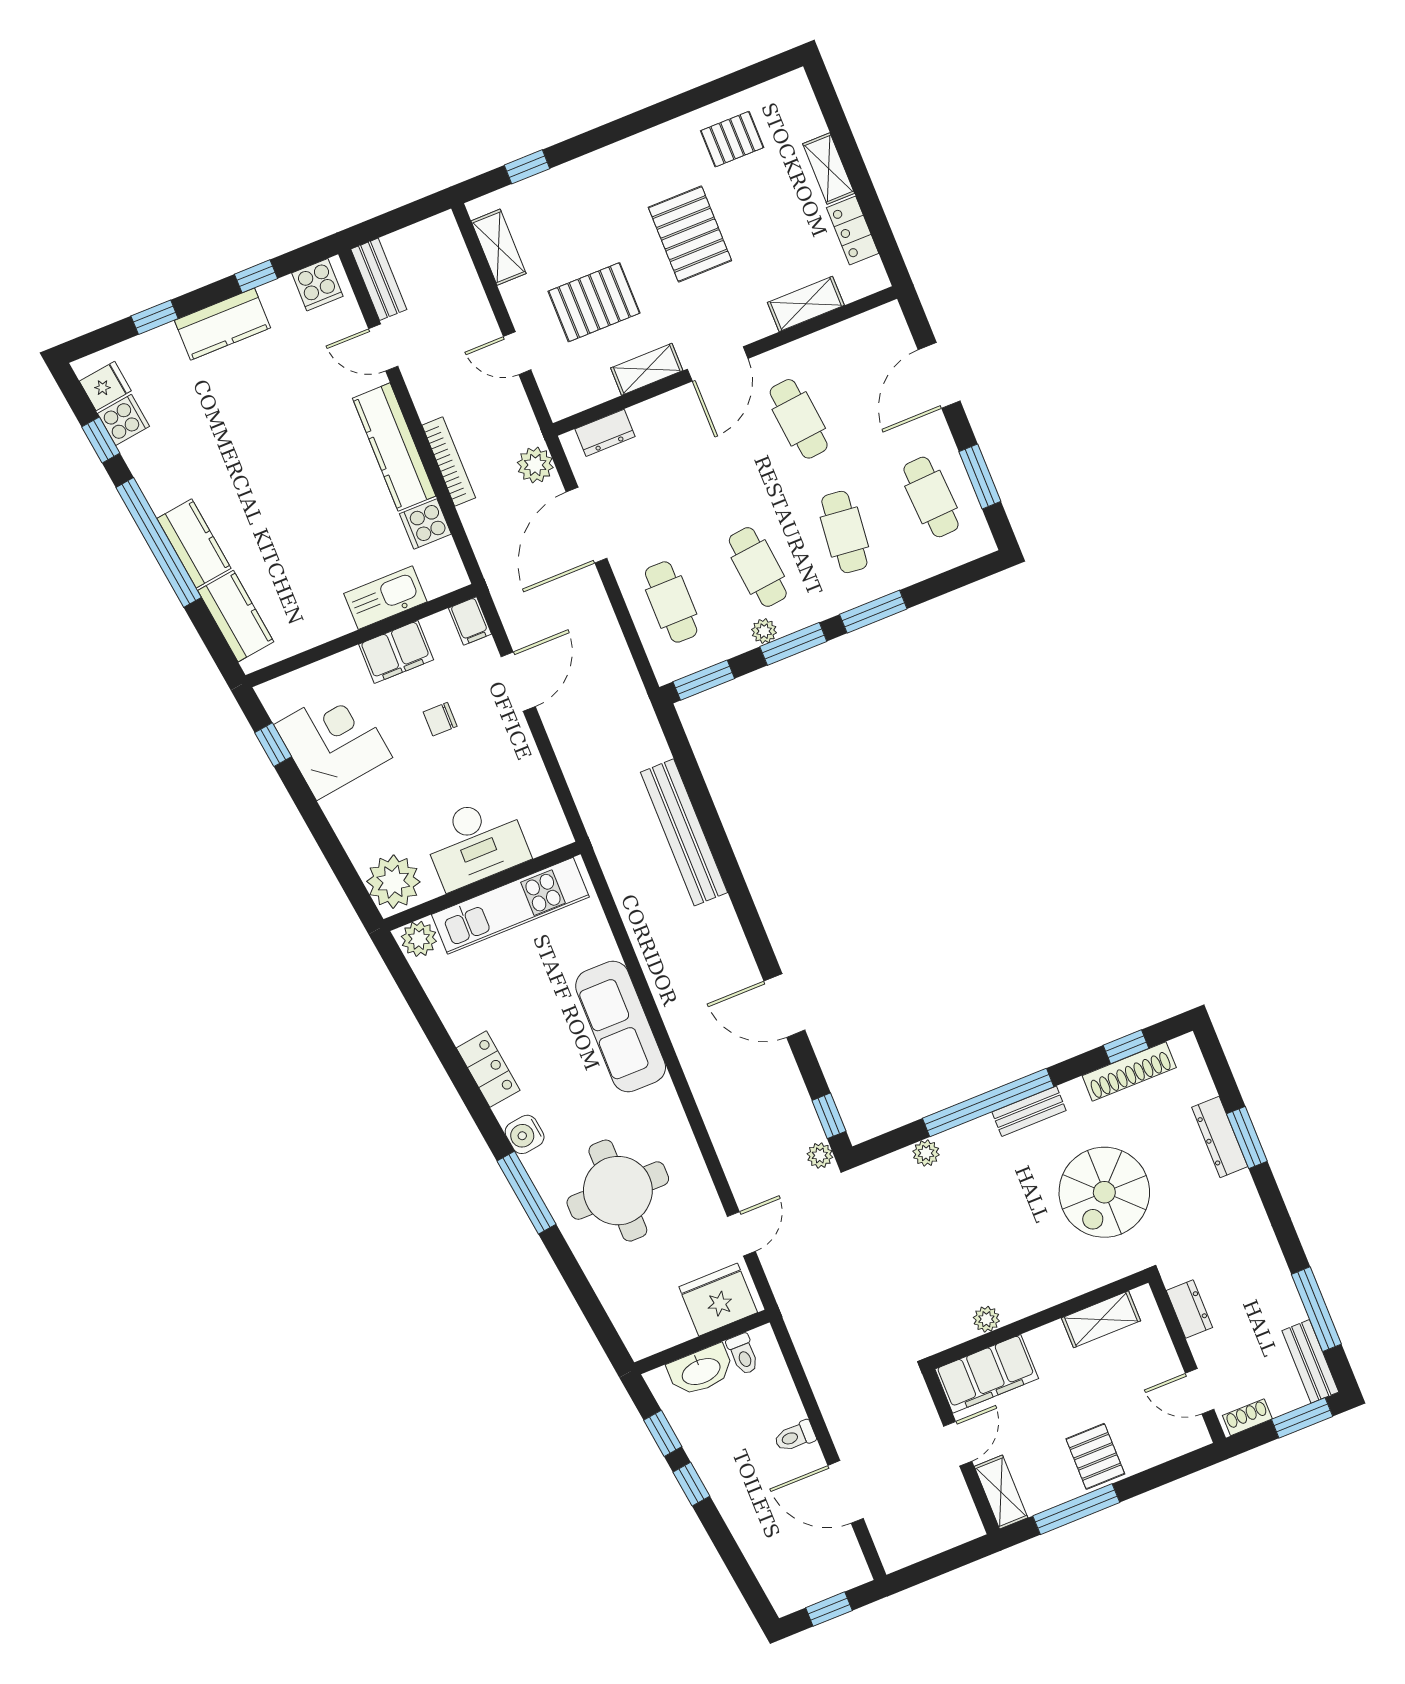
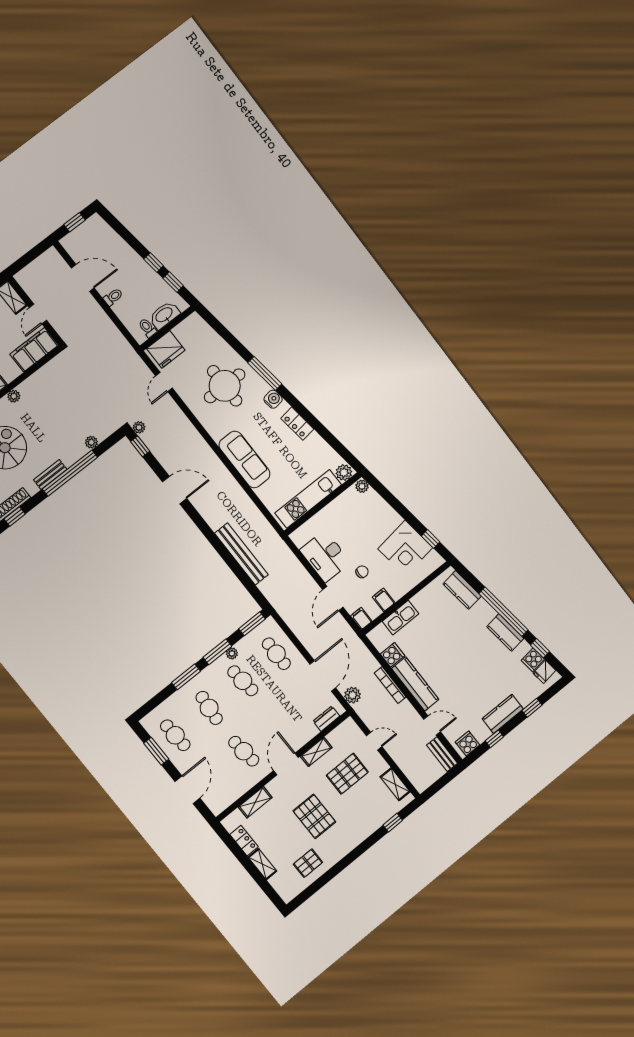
kitchen counter: (194, 543) -> (505, 633), moved
filing cabinet: (396, 652) -> (384, 600), width x0.50
desk: (476, 842) -> (325, 556), moved, turned -90
plant: (393, 882) -> (362, 486), width x0.53, depth x0.53
plant: (986, 1319) -> (14, 396), moved

